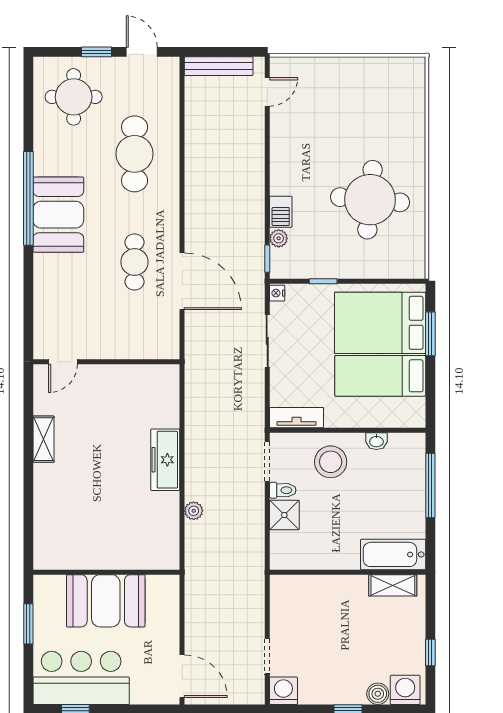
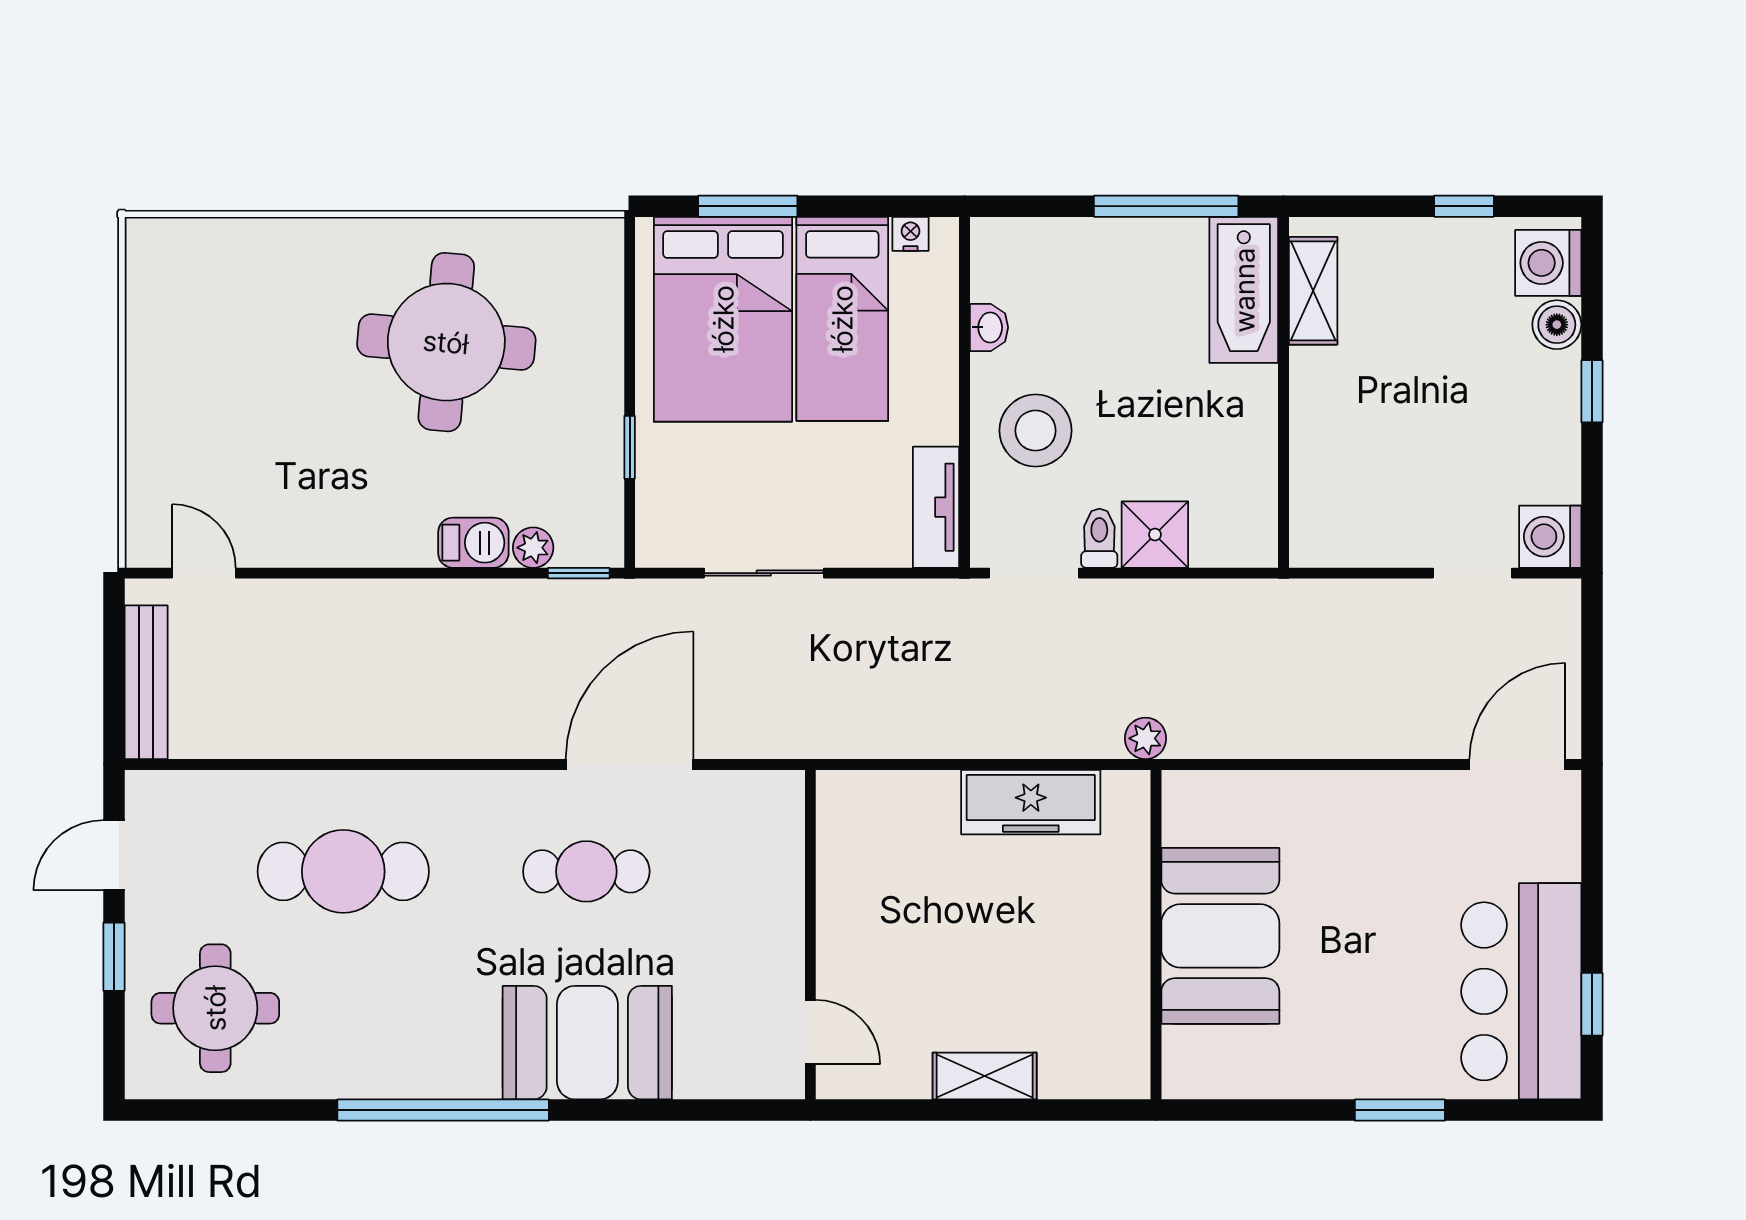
booth: (58, 215) -> (587, 1043), moved
nightstand: (277, 293) -> (911, 234), moved, turned 180
window: (430, 485) -> (1166, 206), moved
wall: (106, 572) -> (1156, 935), moved
booth: (106, 601) -> (1220, 936), moved

